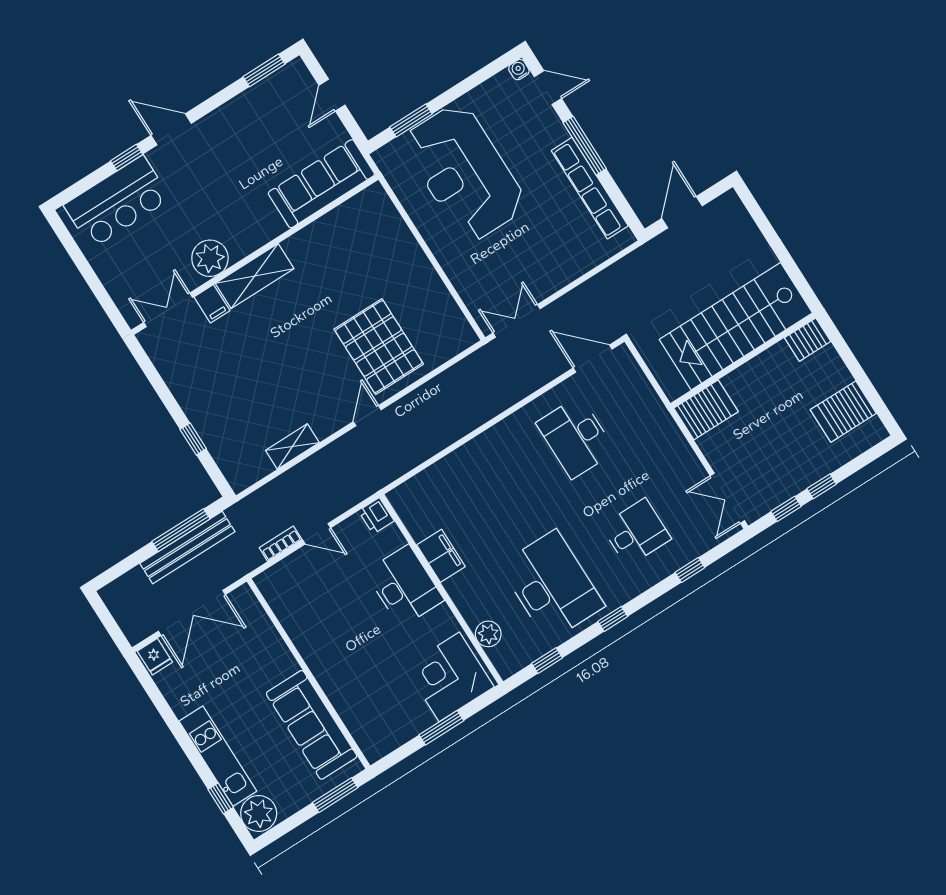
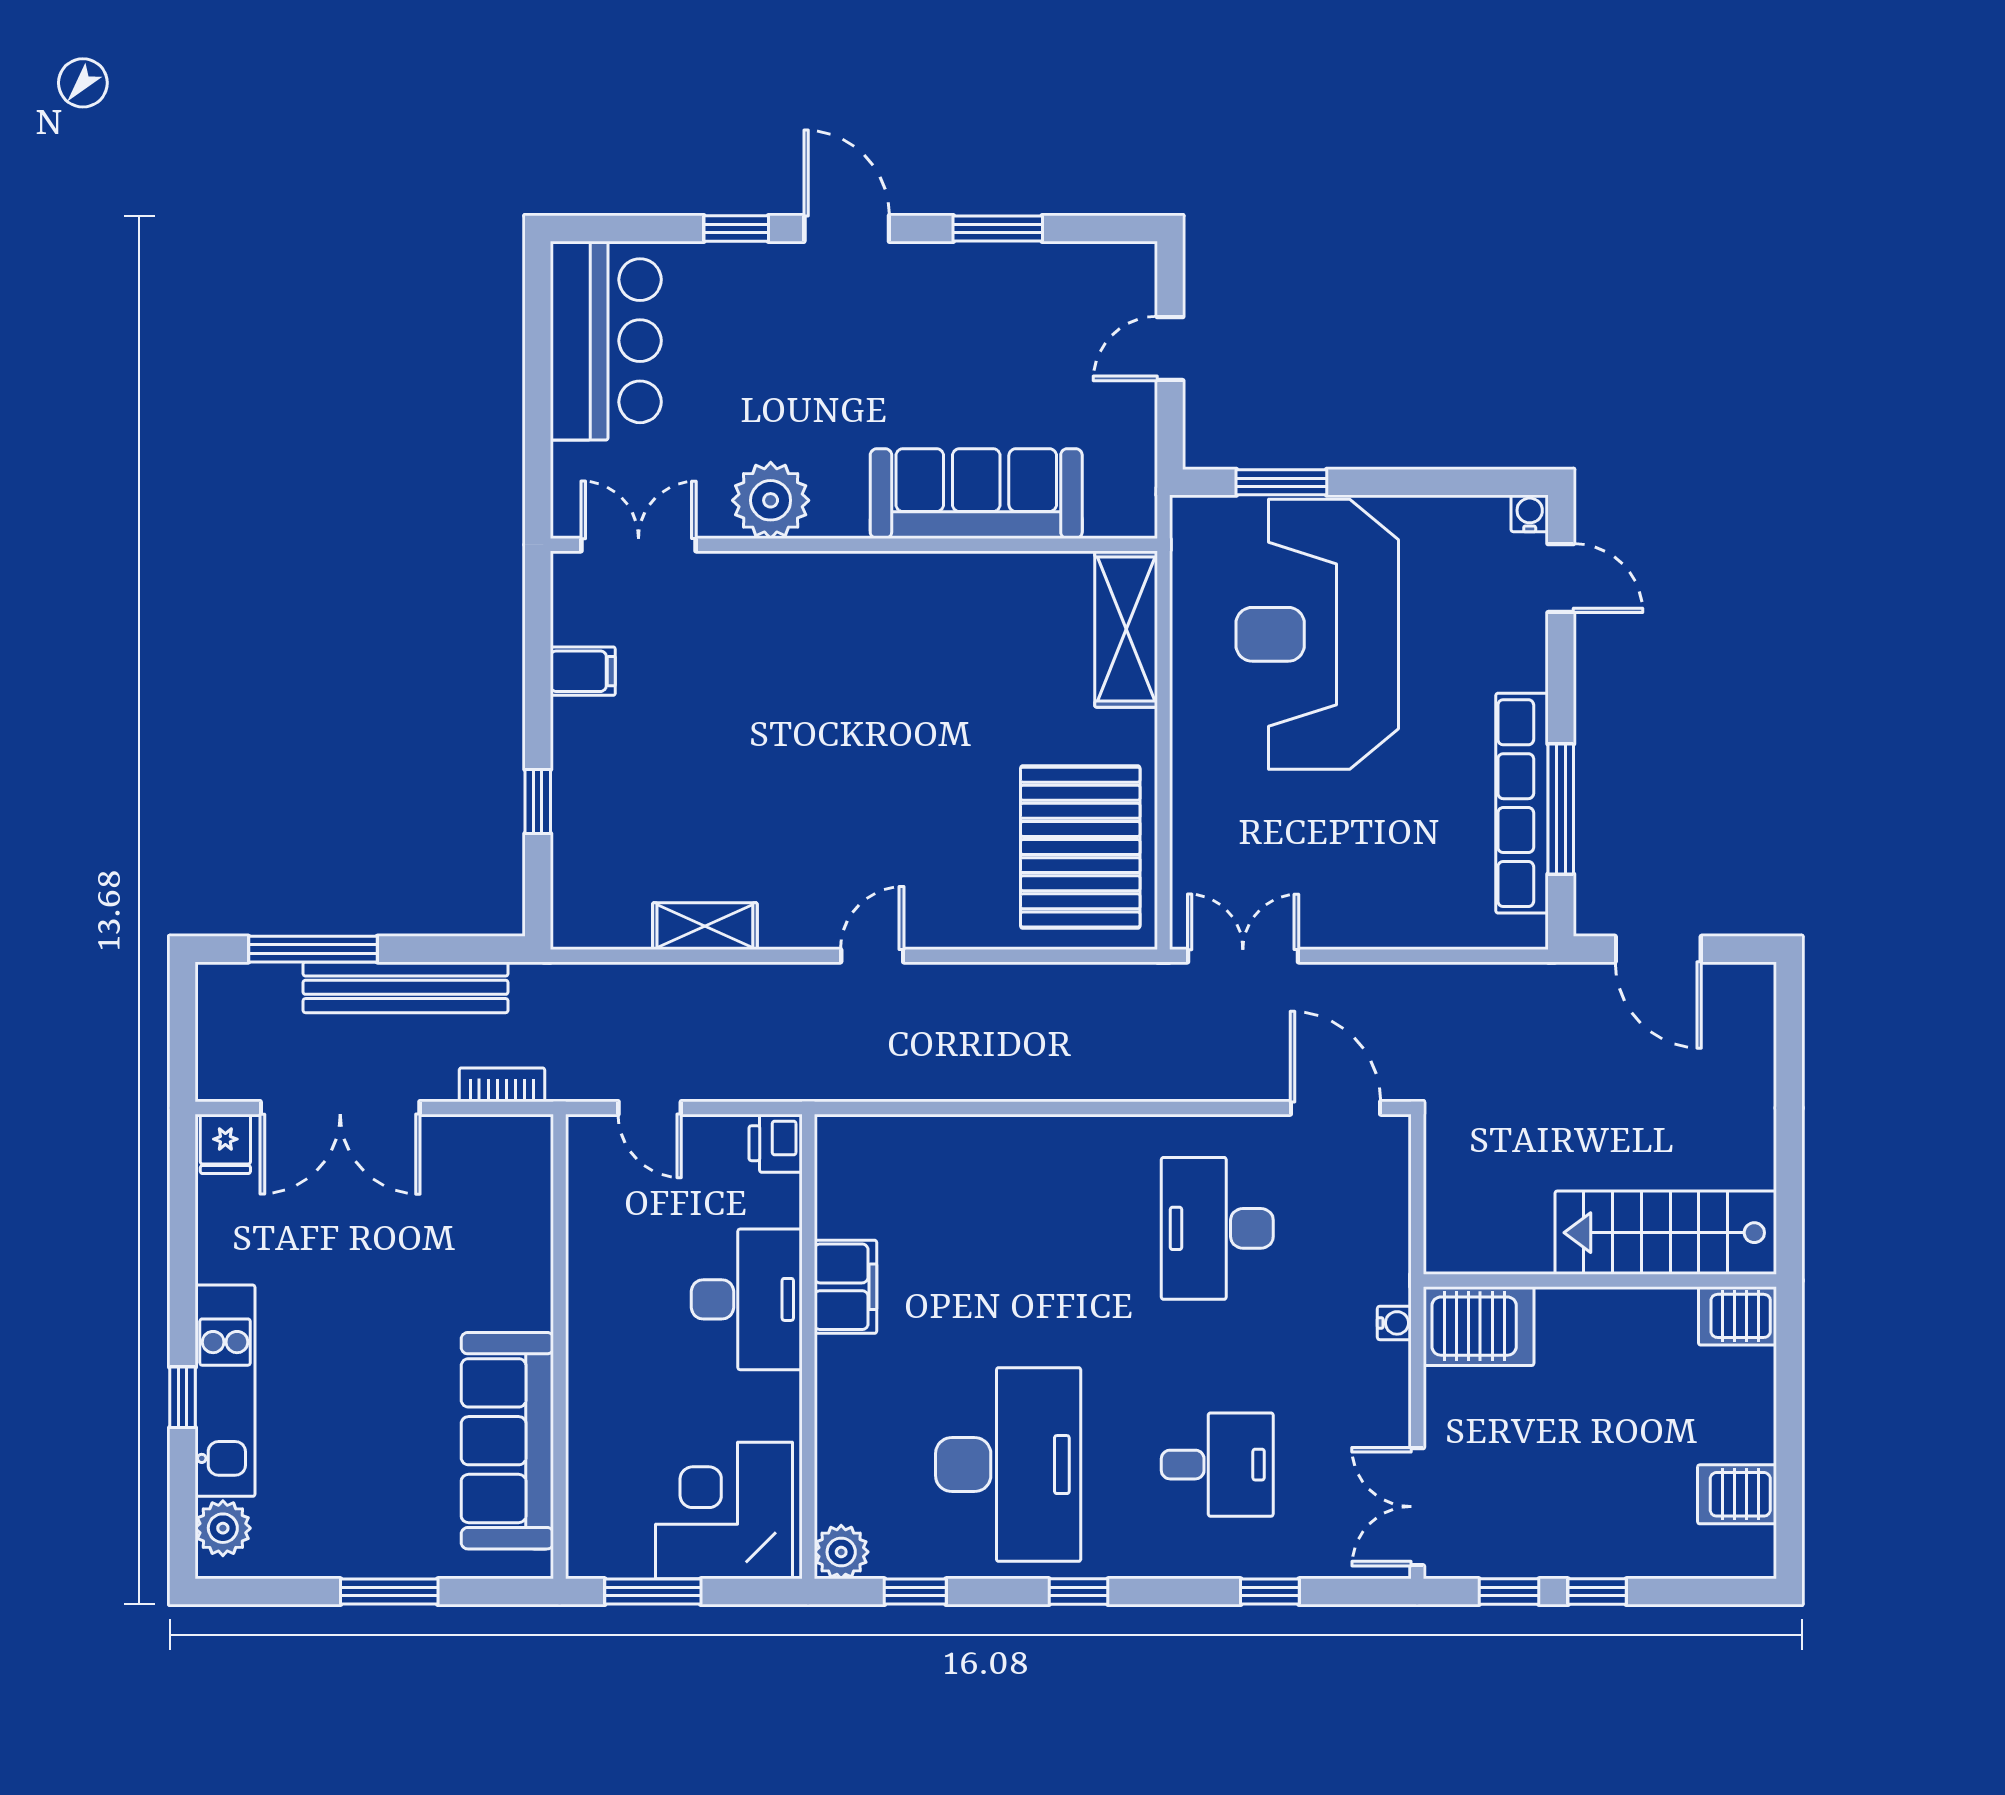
window: (264, 70) -> (998, 229), moved
window: (585, 146) -> (1561, 809), moved
sofa: (321, 184) -> (976, 494), moved
bar counter: (117, 202) -> (606, 341), moved, turned -90
door: (682, 212) -> (1658, 949), swing flipped
shelving: (255, 276) -> (1126, 629), moved, turned 90
filing cabinet: (212, 304) -> (583, 671), moved, turned -90
stairs: (736, 326) -> (1666, 1233), width x0.73, depth x0.66
pallet: (379, 347) -> (1080, 847), moved
server rack: (843, 412) -> (1737, 1494), width x0.73, depth x0.70
water cooler: (671, 430) -> (1394, 1323), added
window: (181, 530) -> (313, 949), moved
bookcase: (281, 544) -> (502, 1085), moved
plant: (488, 634) -> (841, 1552), moved
wall: (308, 674) -> (560, 1346), moved
sofa: (312, 725) -> (507, 1441), moved
window: (221, 798) -> (183, 1397), moved
plant: (259, 813) -> (223, 1528), width x0.73, depth x0.73

